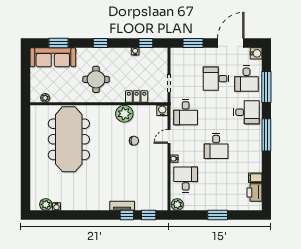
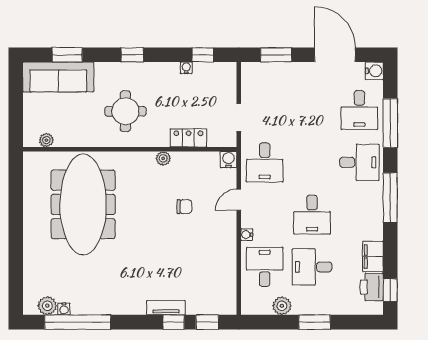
door: (231, 43) -> (335, 55), hinge flipped
desk: (216, 79) -> (312, 267), moved
plant: (124, 114) -> (163, 158), width x0.53, depth x0.53
filing cabinet: (255, 178) -> (373, 257), width x2.00
window: (266, 194) -> (390, 290), added
plant: (177, 204) -> (282, 306), moved
window: (65, 215) -> (78, 322), added

